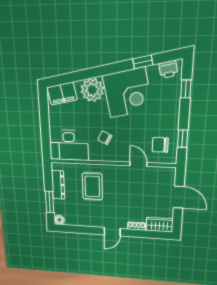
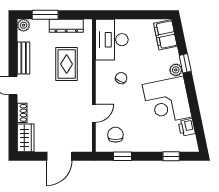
window: (143, 62) -> (185, 63), moved
printer: (168, 69) -> (187, 127), moved
plant: (92, 90) -> (176, 70), width x0.53, depth x0.53
rug: (92, 186) -> (67, 64), turned 90
bench: (88, 222) -> (24, 58), added

